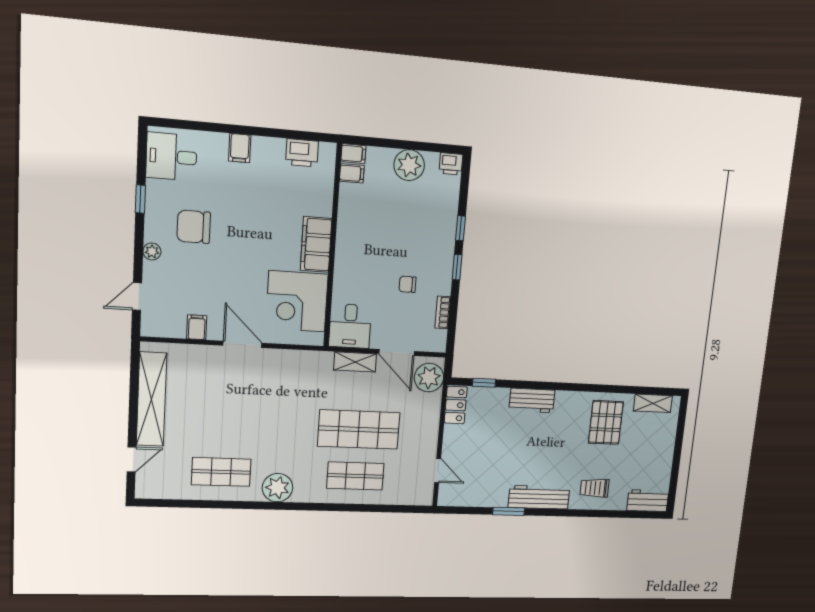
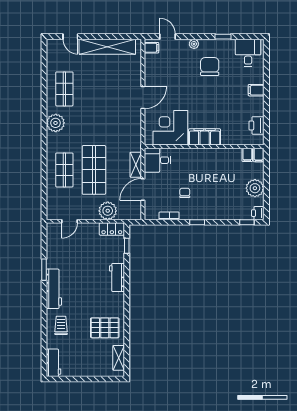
window: (461, 228) -> (247, 222), moved
filing cabinet: (197, 327) -> (152, 48), moved
plant: (429, 378) -> (108, 211), moved

